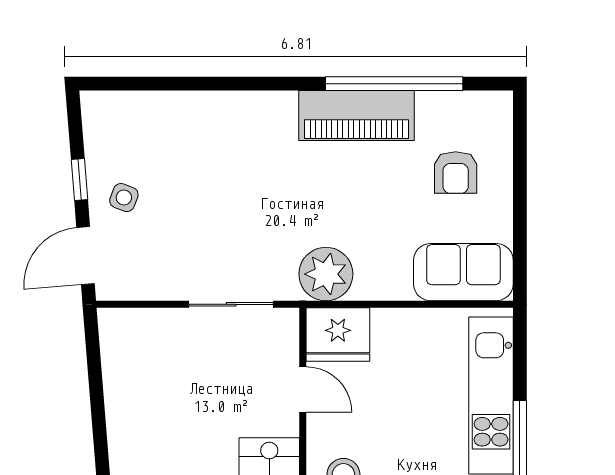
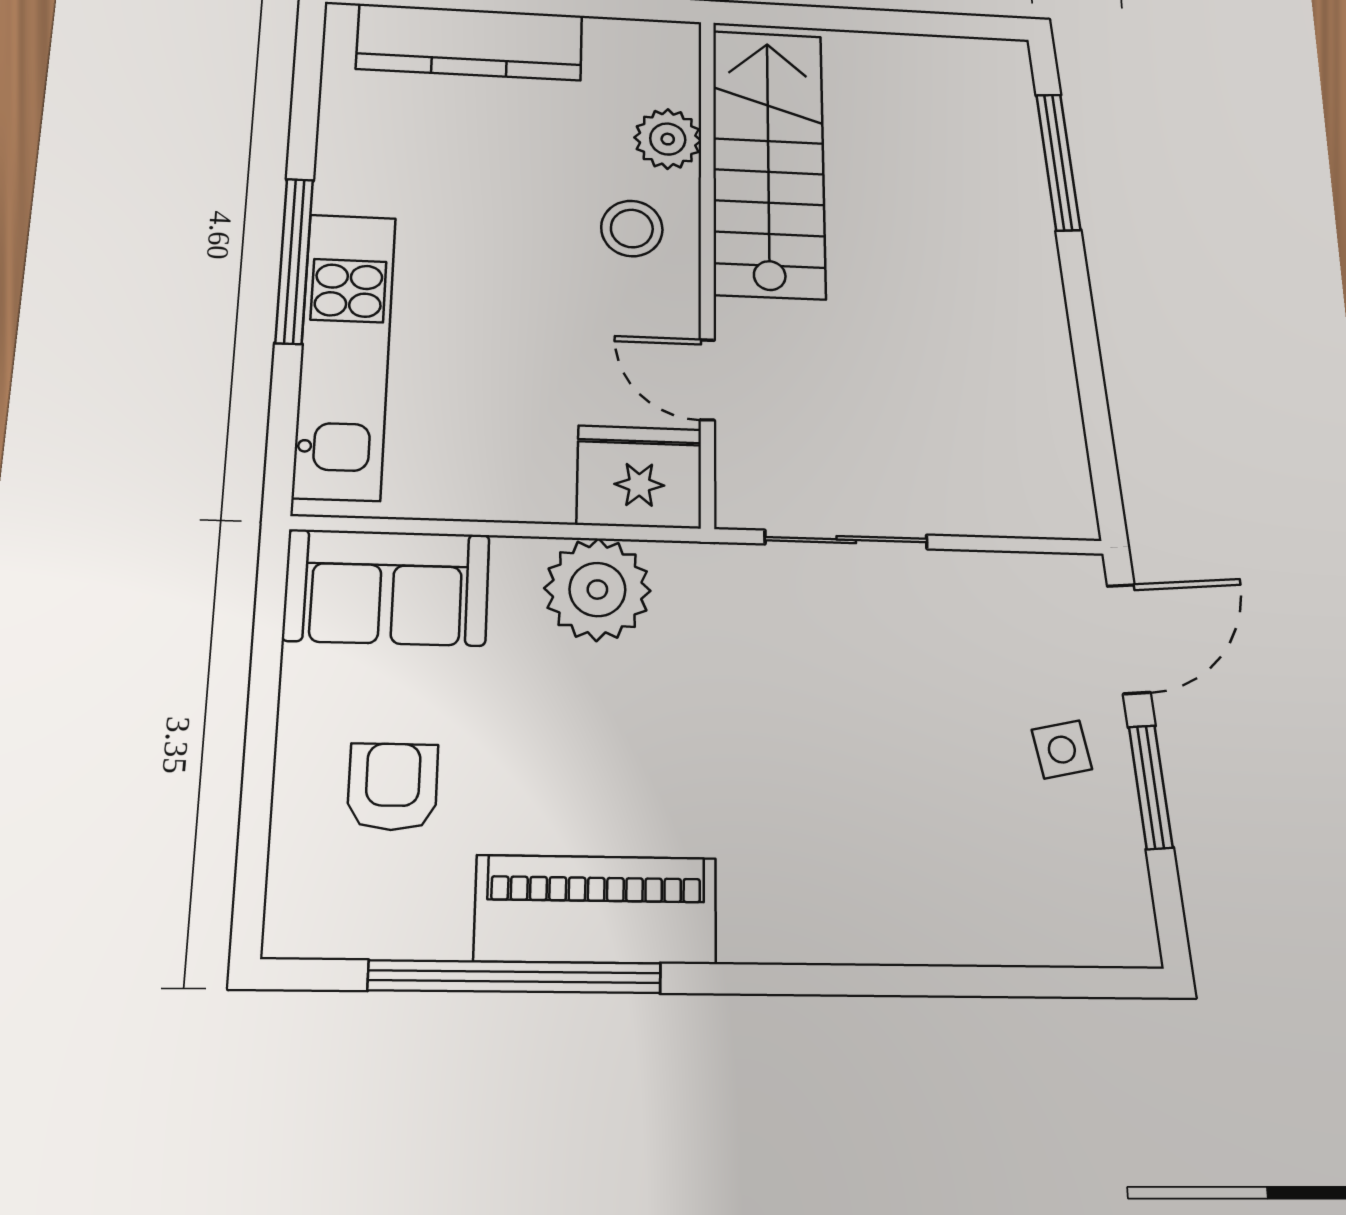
window: (79, 179) -> (1151, 787), width x1.50
side table: (124, 198) -> (1062, 750), turned -33
plant: (326, 274) -> (597, 590), moved

